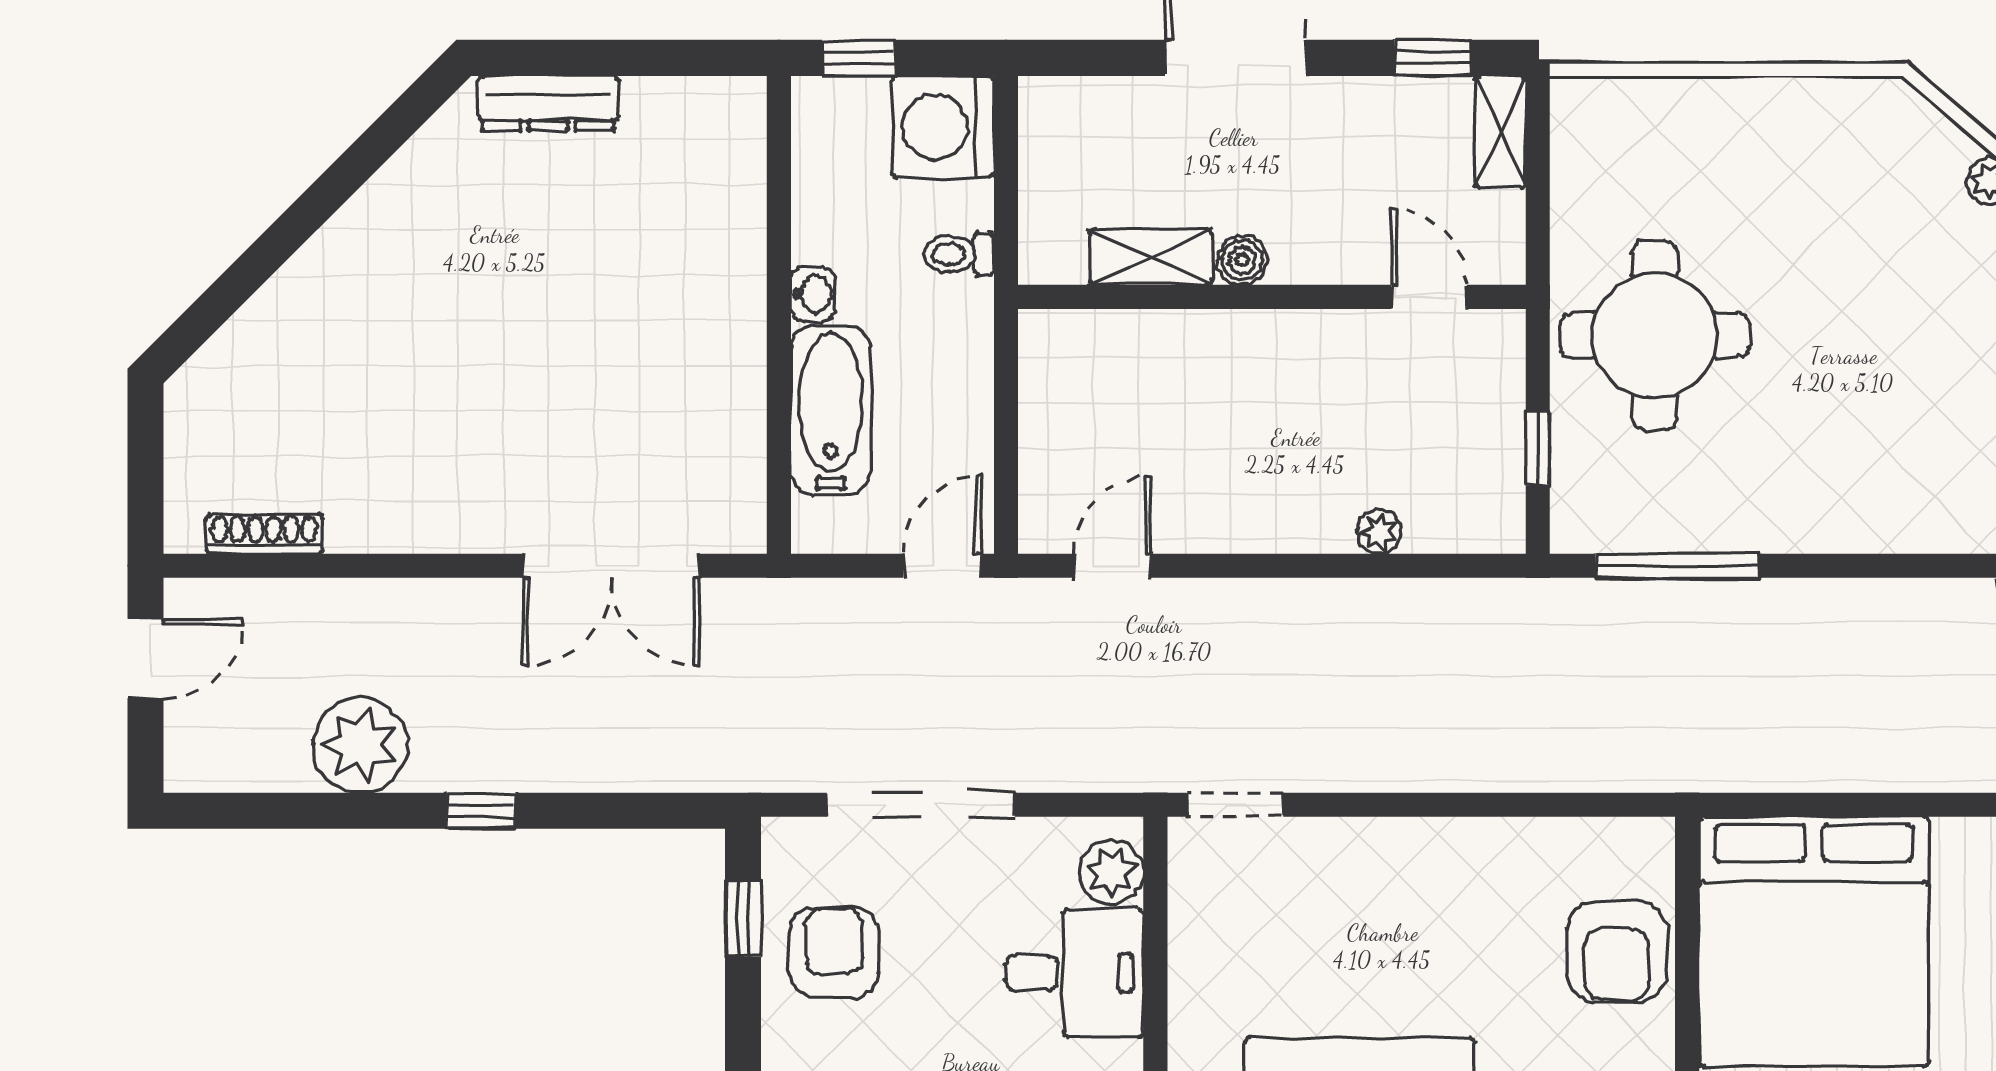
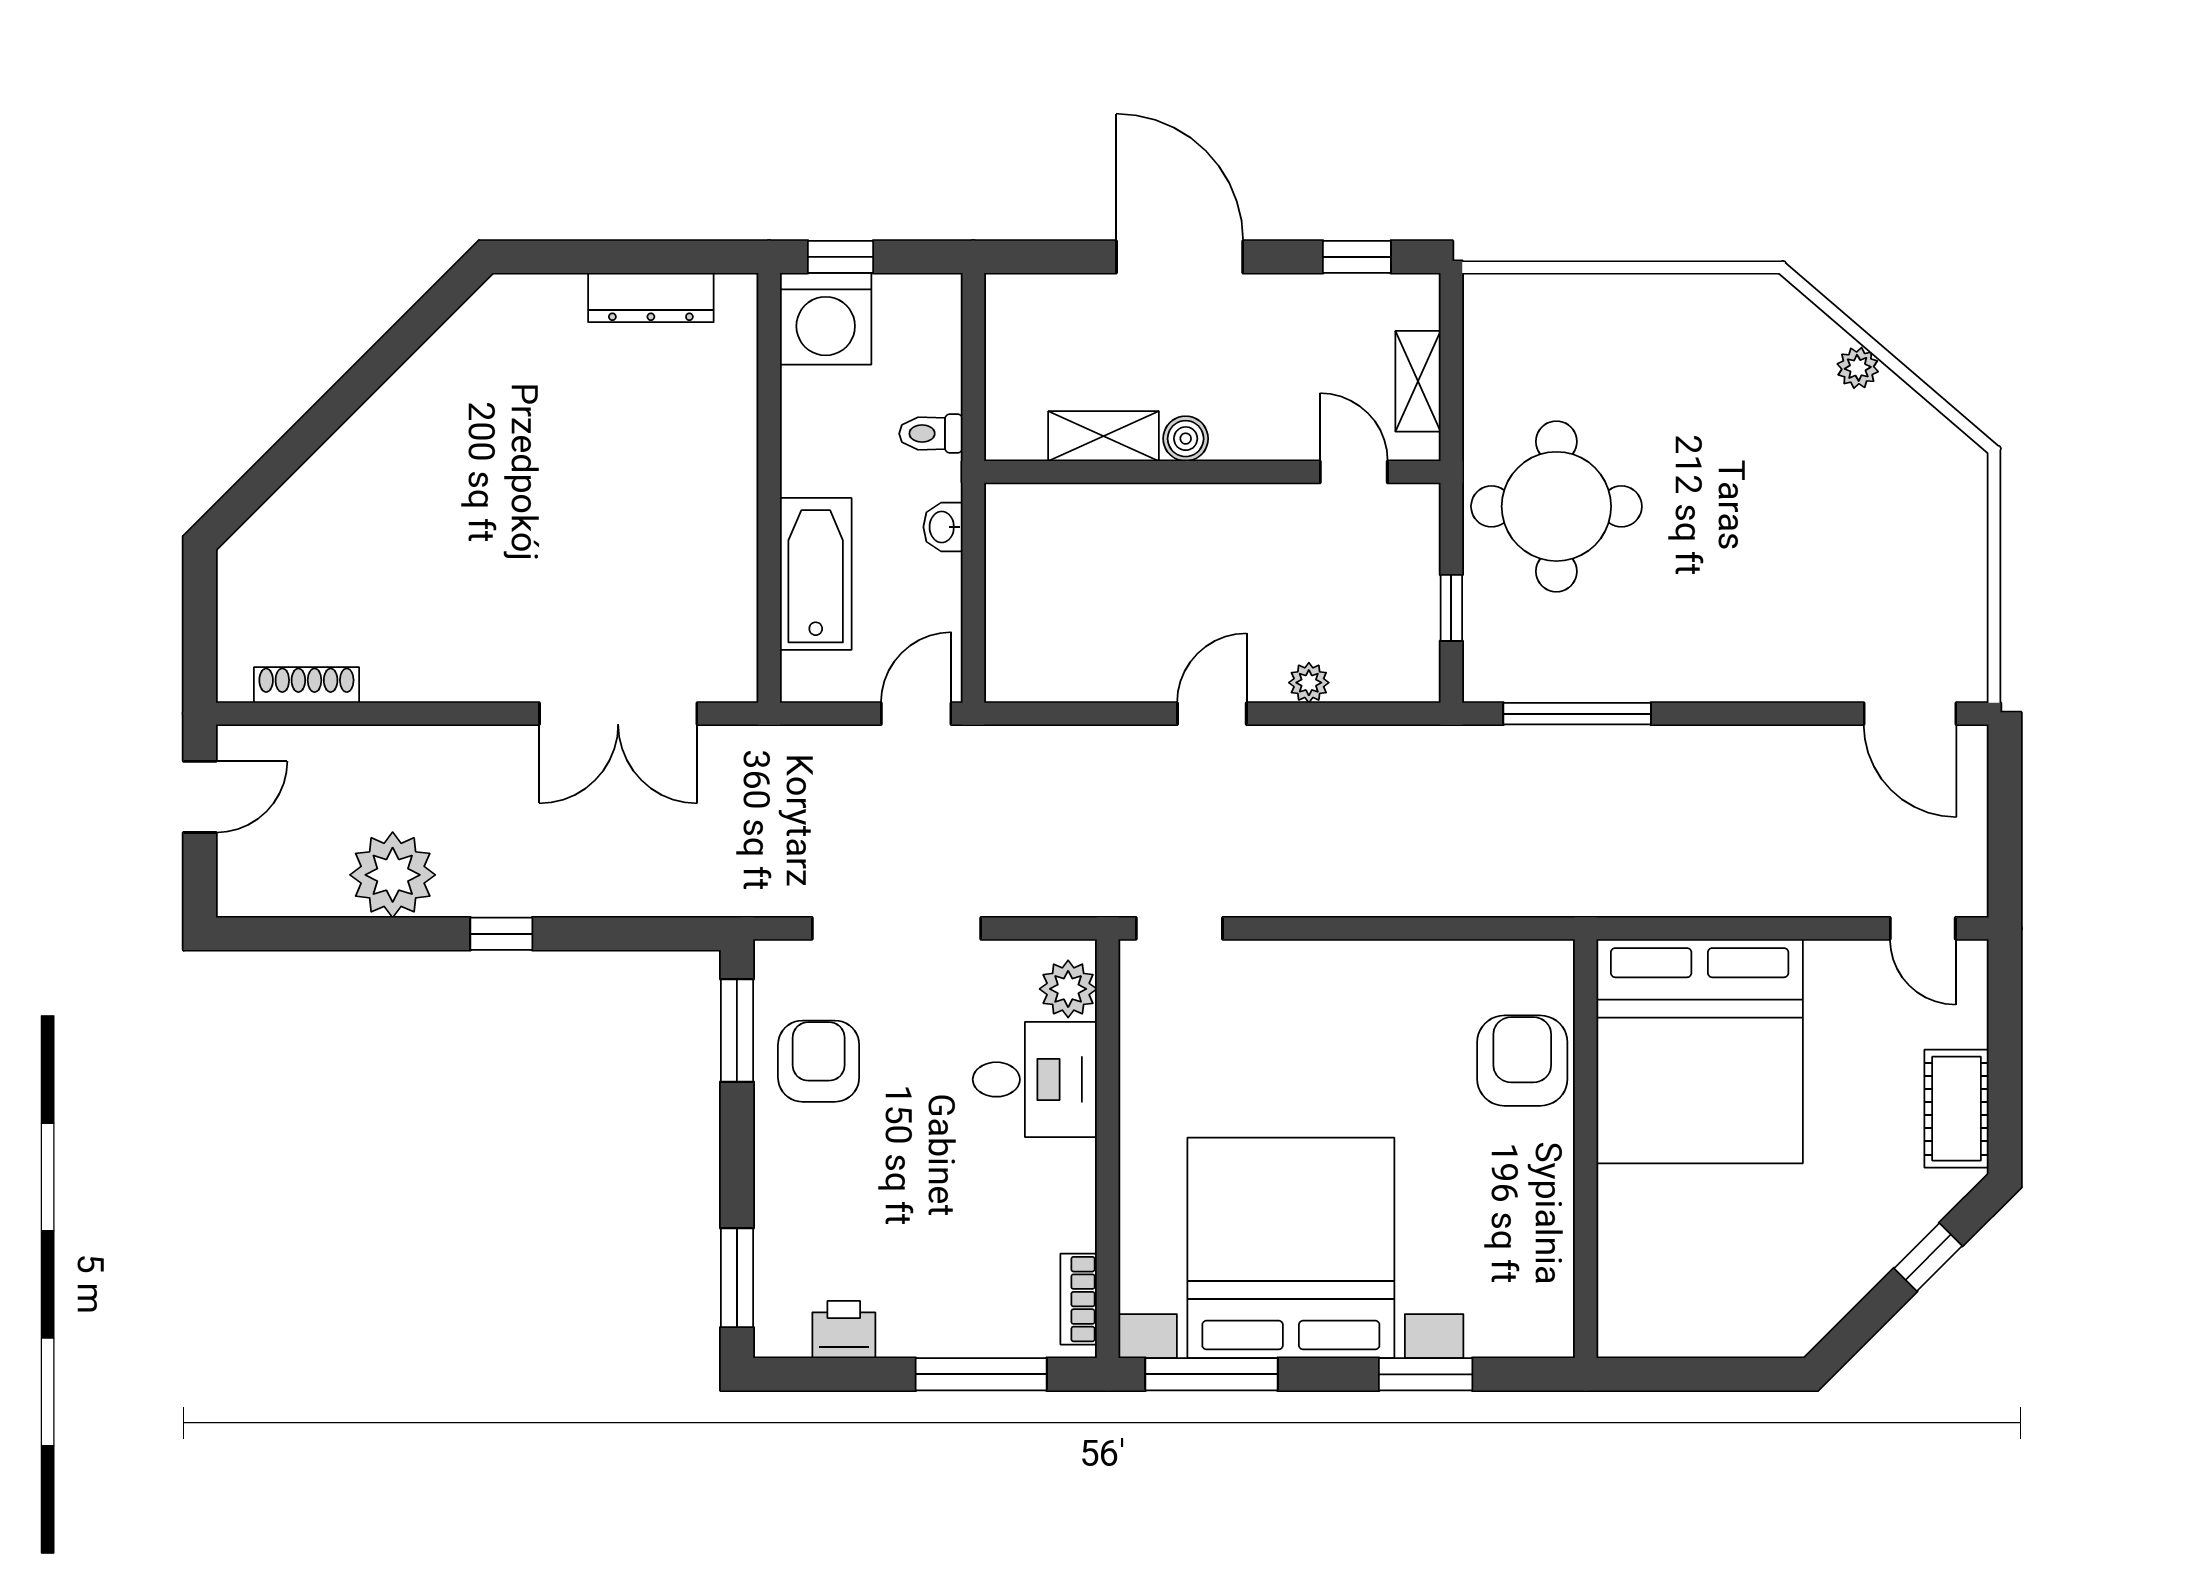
dresser: (548, 103) -> (651, 298), moved
washing machine: (943, 127) -> (826, 319), moved, turned -90
shelving: (1501, 132) -> (1418, 381), moved
washbasin: (813, 294) -> (943, 527), moved, turned 180
door: (1112, 566) -> (1212, 714), moved
window: (743, 918) -> (737, 1031), width x1.50
armchair: (1617, 952) -> (1522, 1061), turned 180

